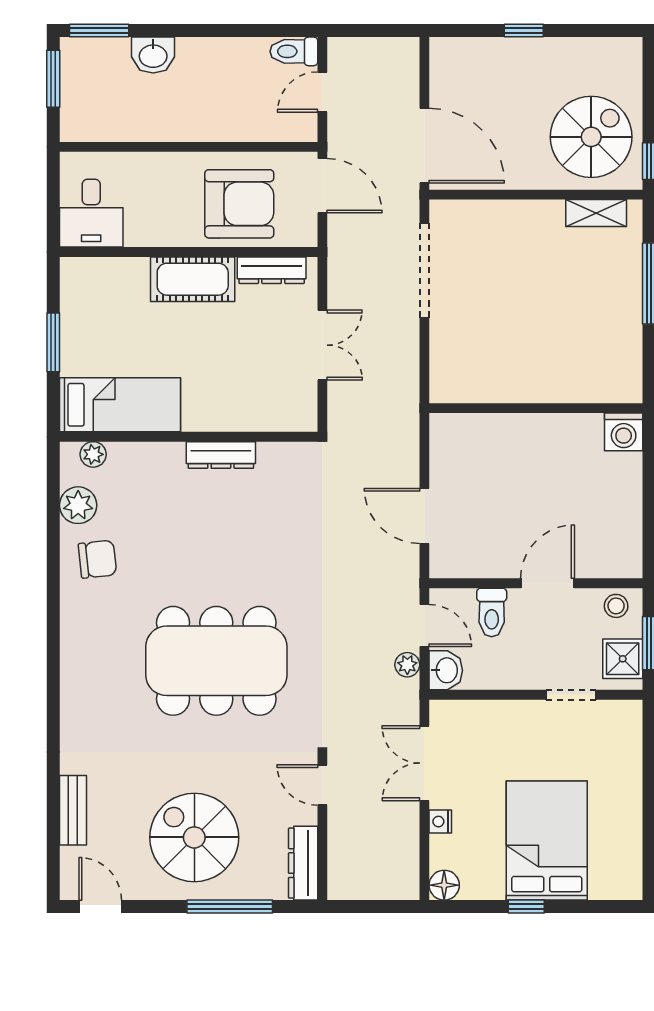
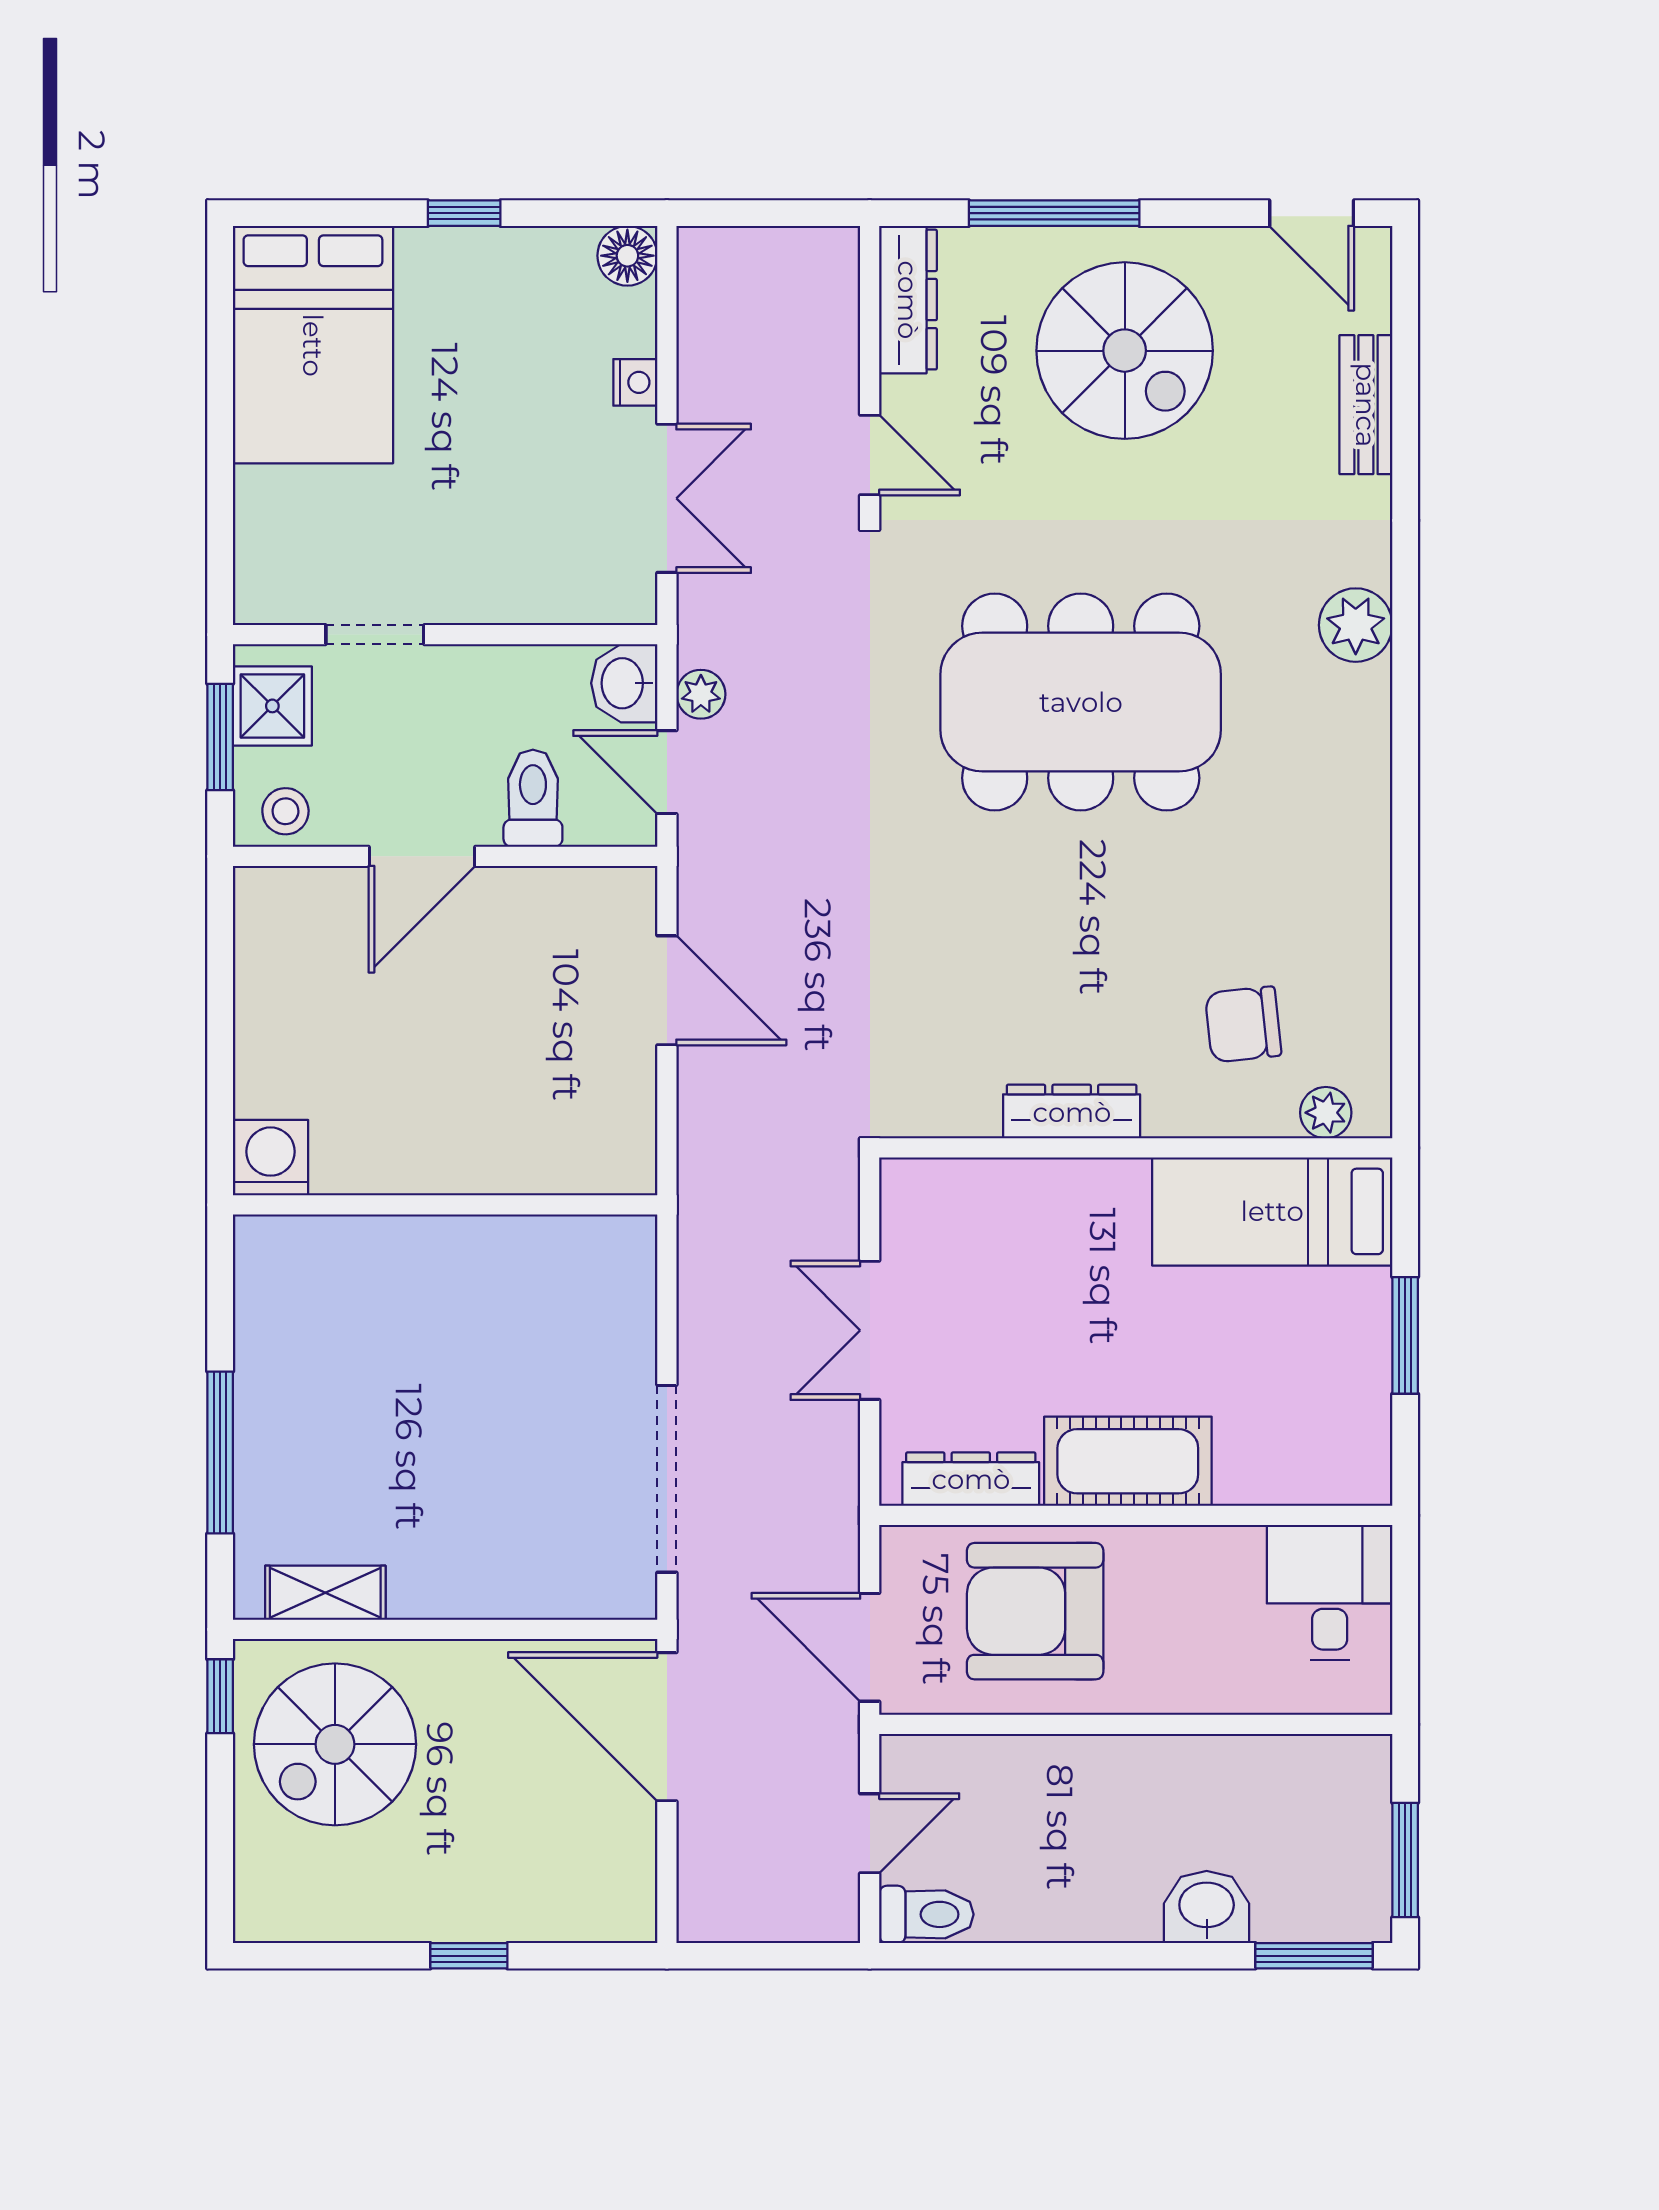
plant: (78, 505) -> (1356, 625), moved
chair: (97, 559) -> (1243, 1024), moved
bed: (547, 841) -> (313, 345), moved

